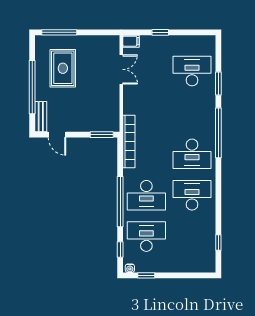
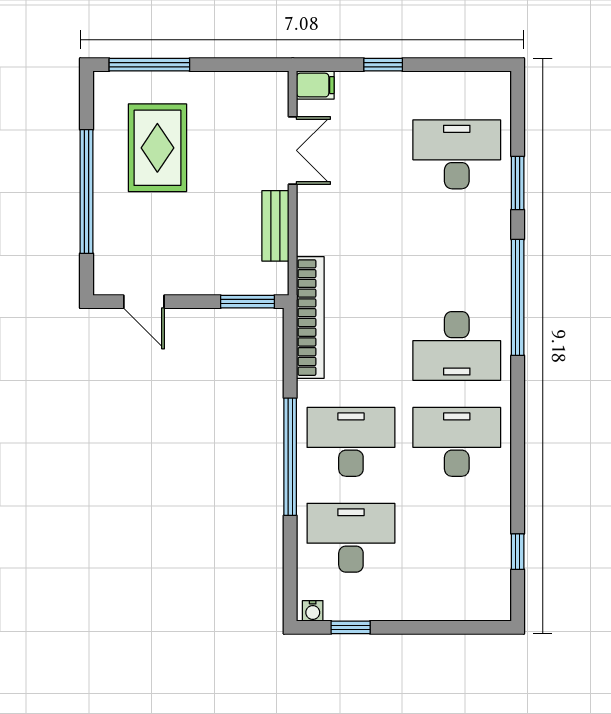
bench: (41, 117) -> (275, 226), moved
desk: (146, 195) -> (351, 442), turned 180
window: (120, 250) -> (290, 568), removed

